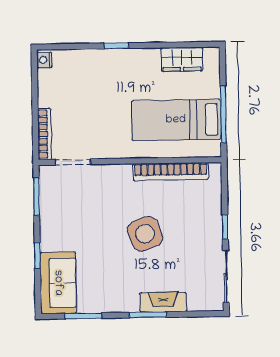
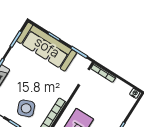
side table: (145, 234) -> (26, 108), moved
sofa: (58, 283) -> (47, 47), width x1.85, depth x1.27

